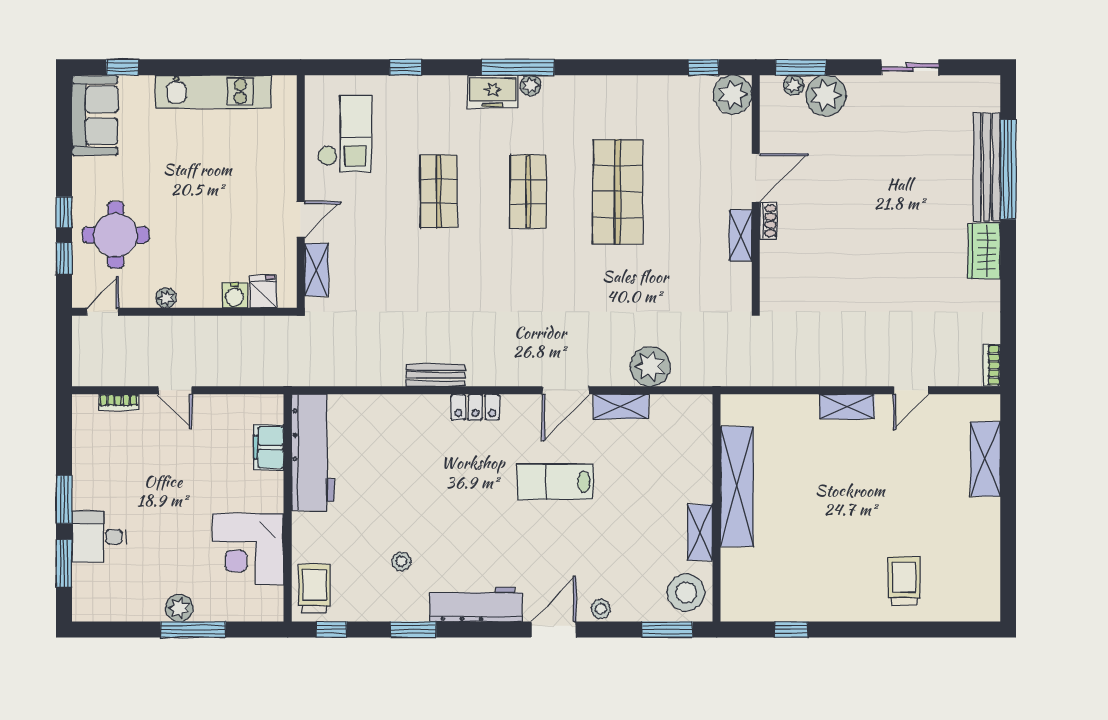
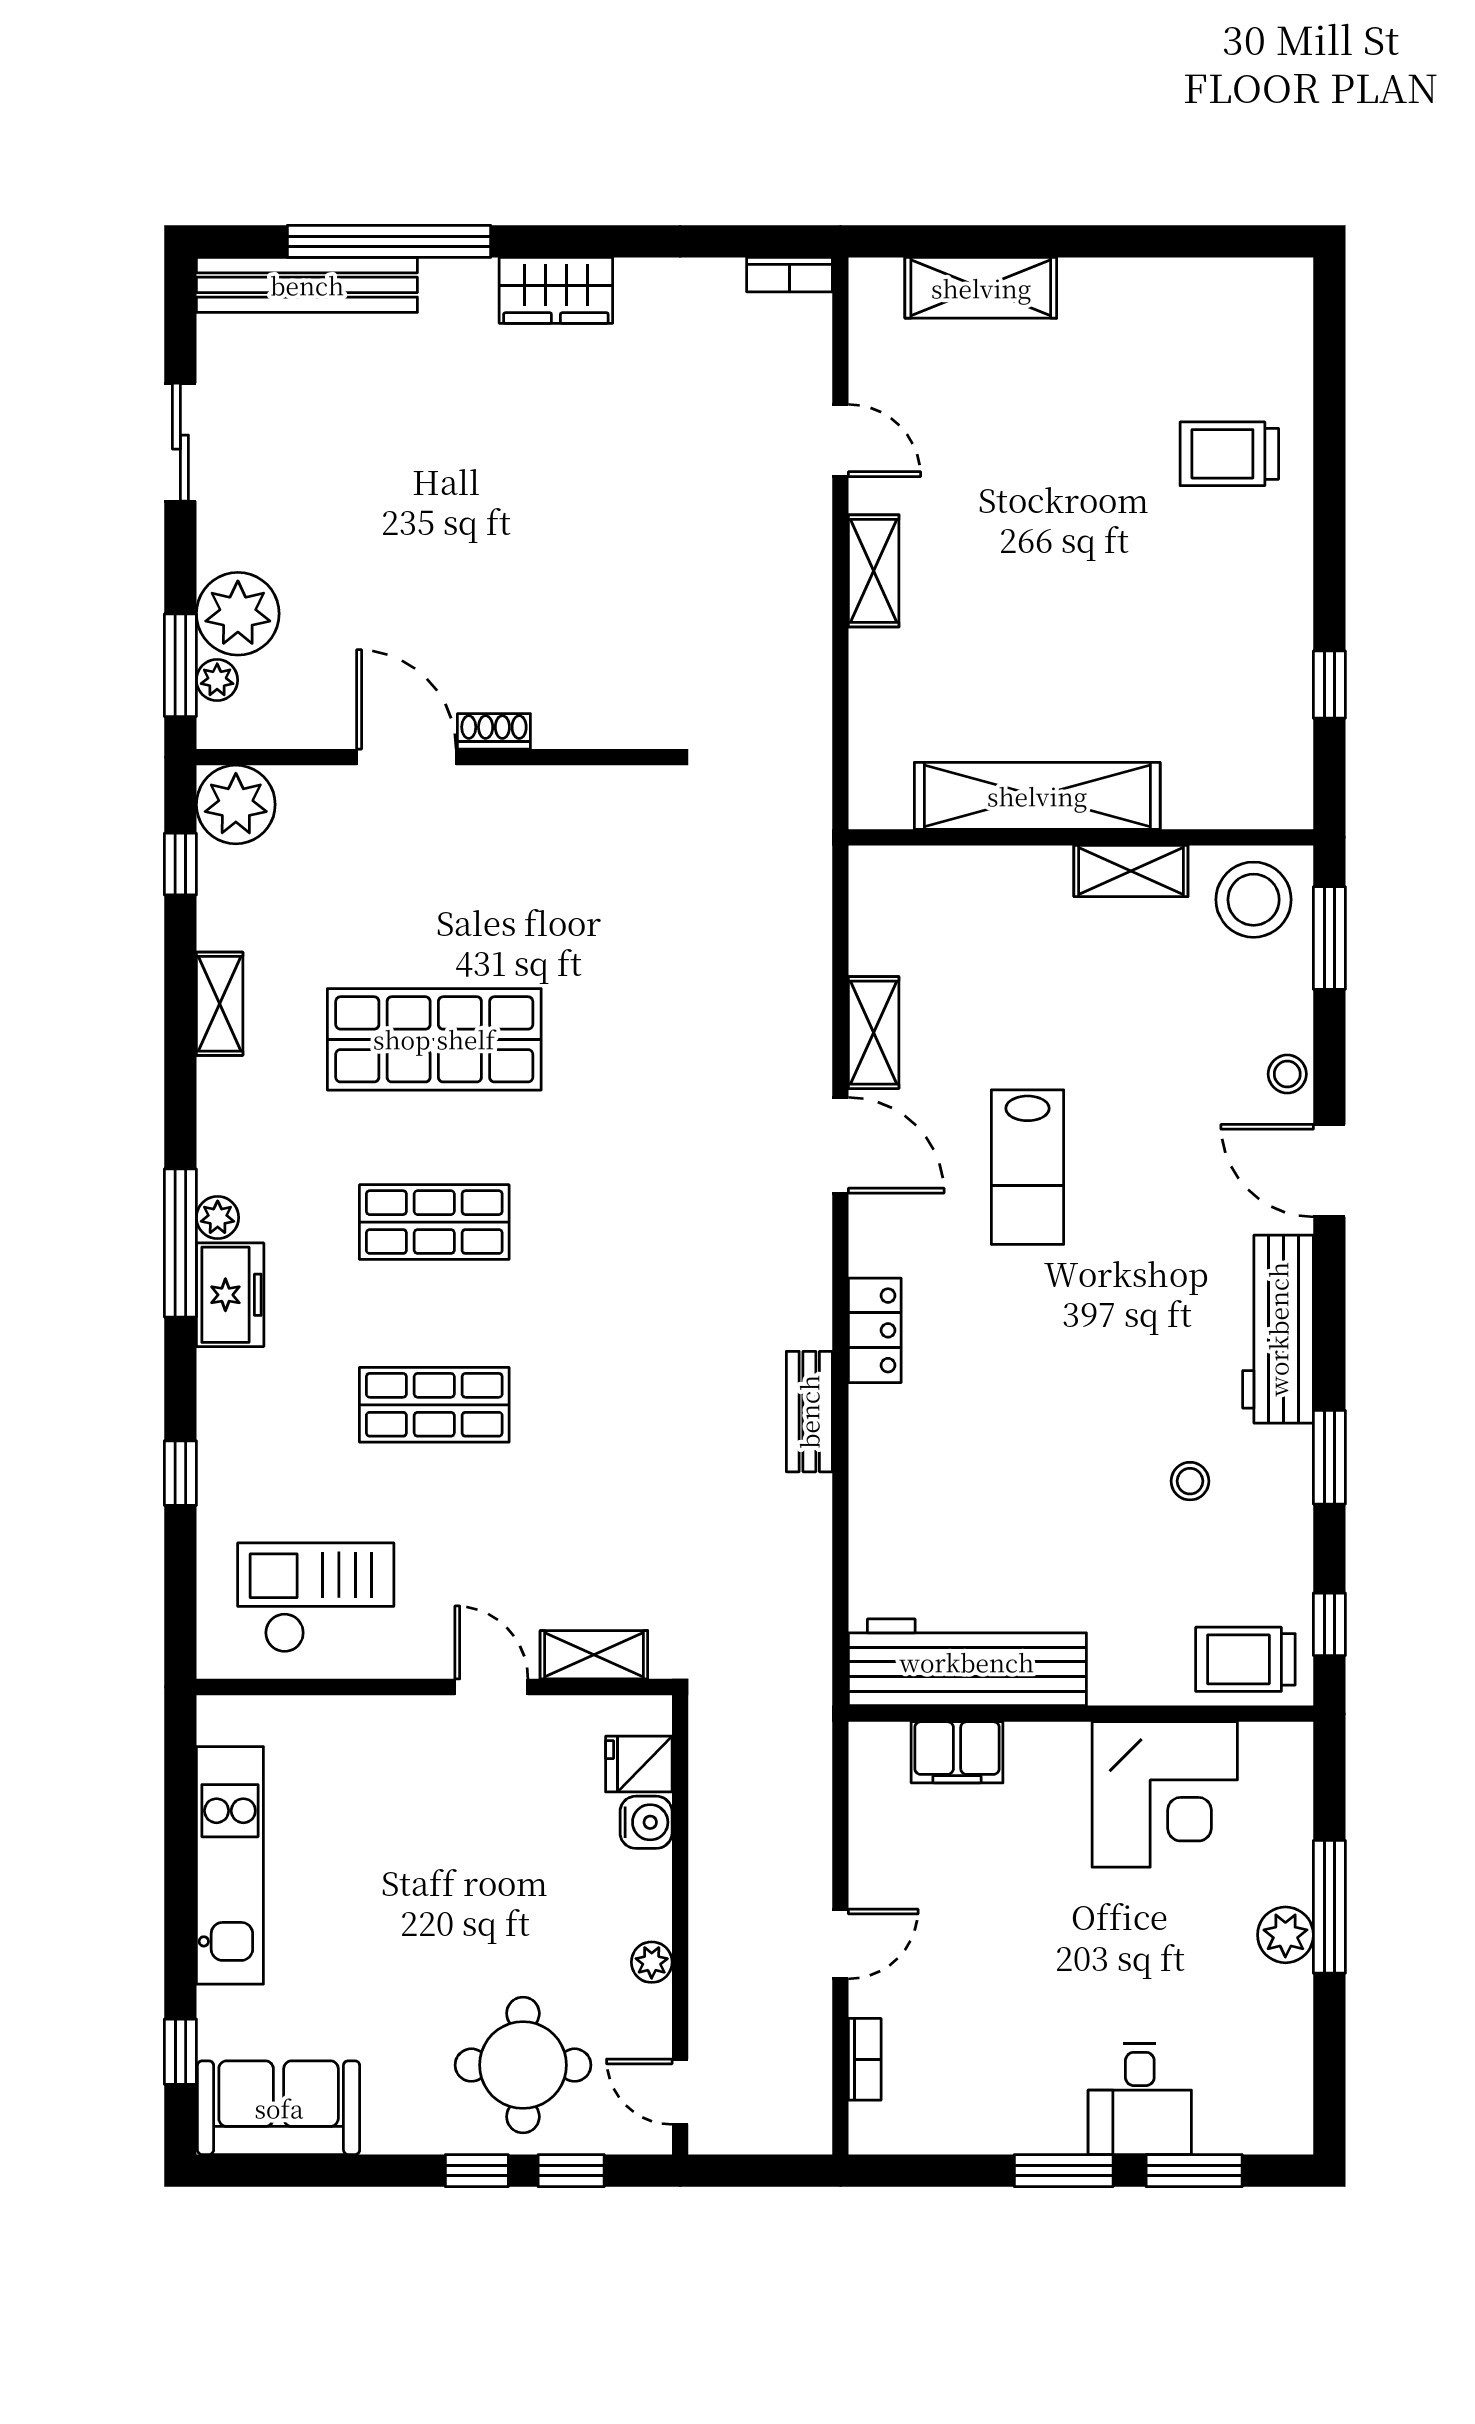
bench: (987, 167) -> (307, 285), moved
shelving: (740, 235) -> (220, 1004), moved, turned 90
plant: (650, 367) -> (792, 973), removed

